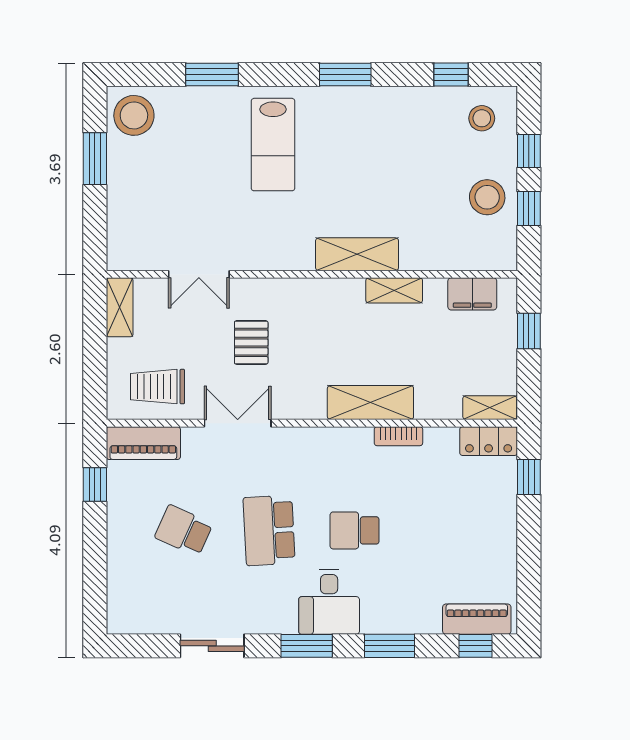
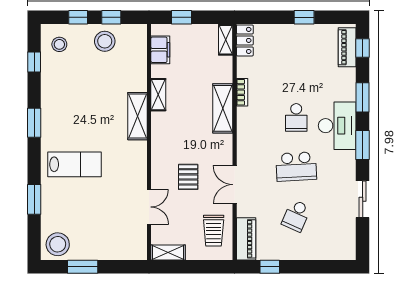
pallet: (251, 342) -> (188, 177), turned 90
window: (529, 477) -> (304, 17), moved
desk: (329, 602) -> (337, 126), width x1.37

